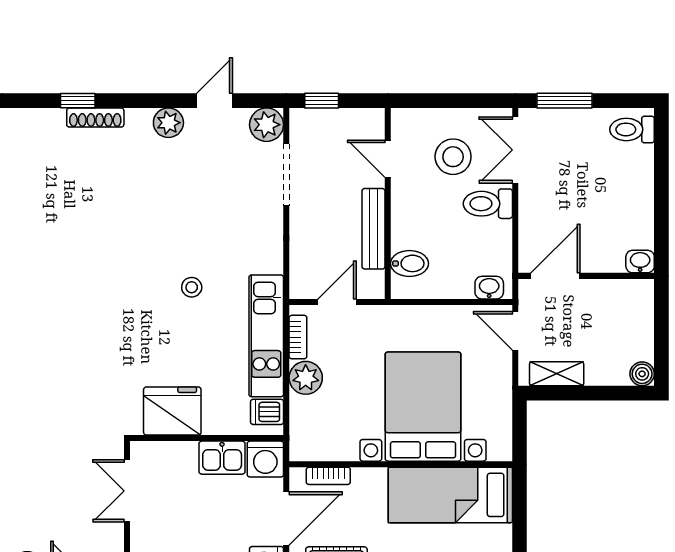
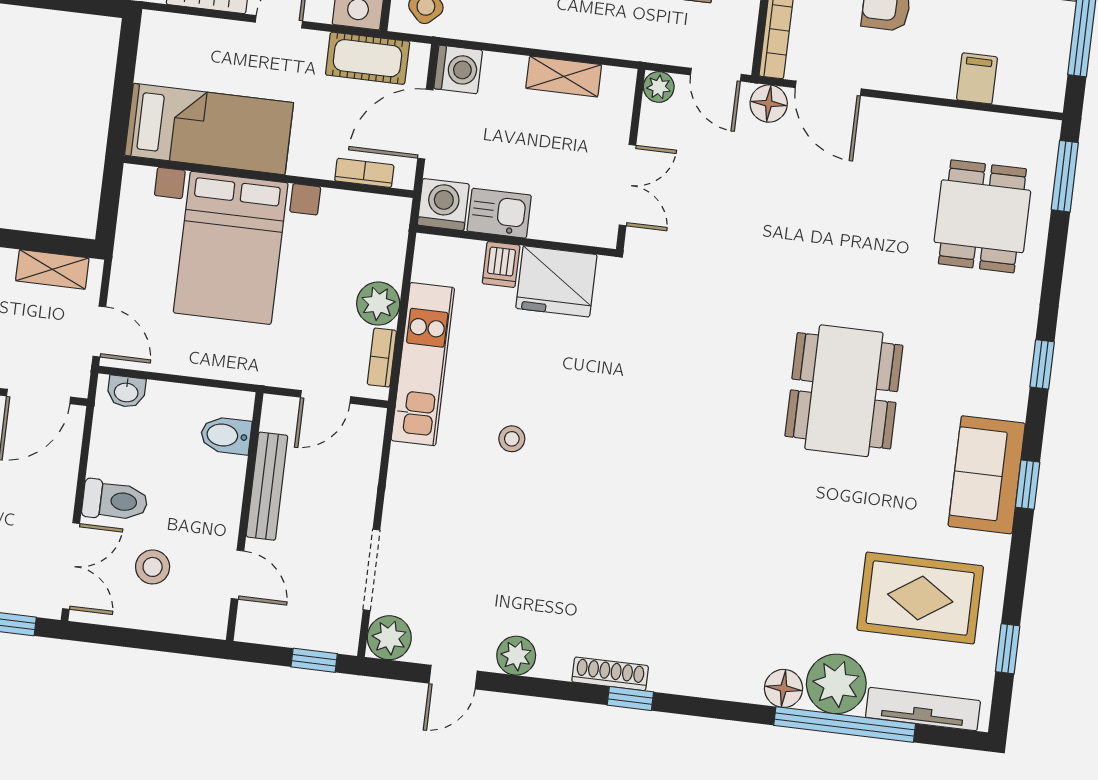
stool: (453, 157) -> (153, 567), width x0.73, depth x0.73
dishwasher: (267, 412) -> (501, 264), moved, turned 90

